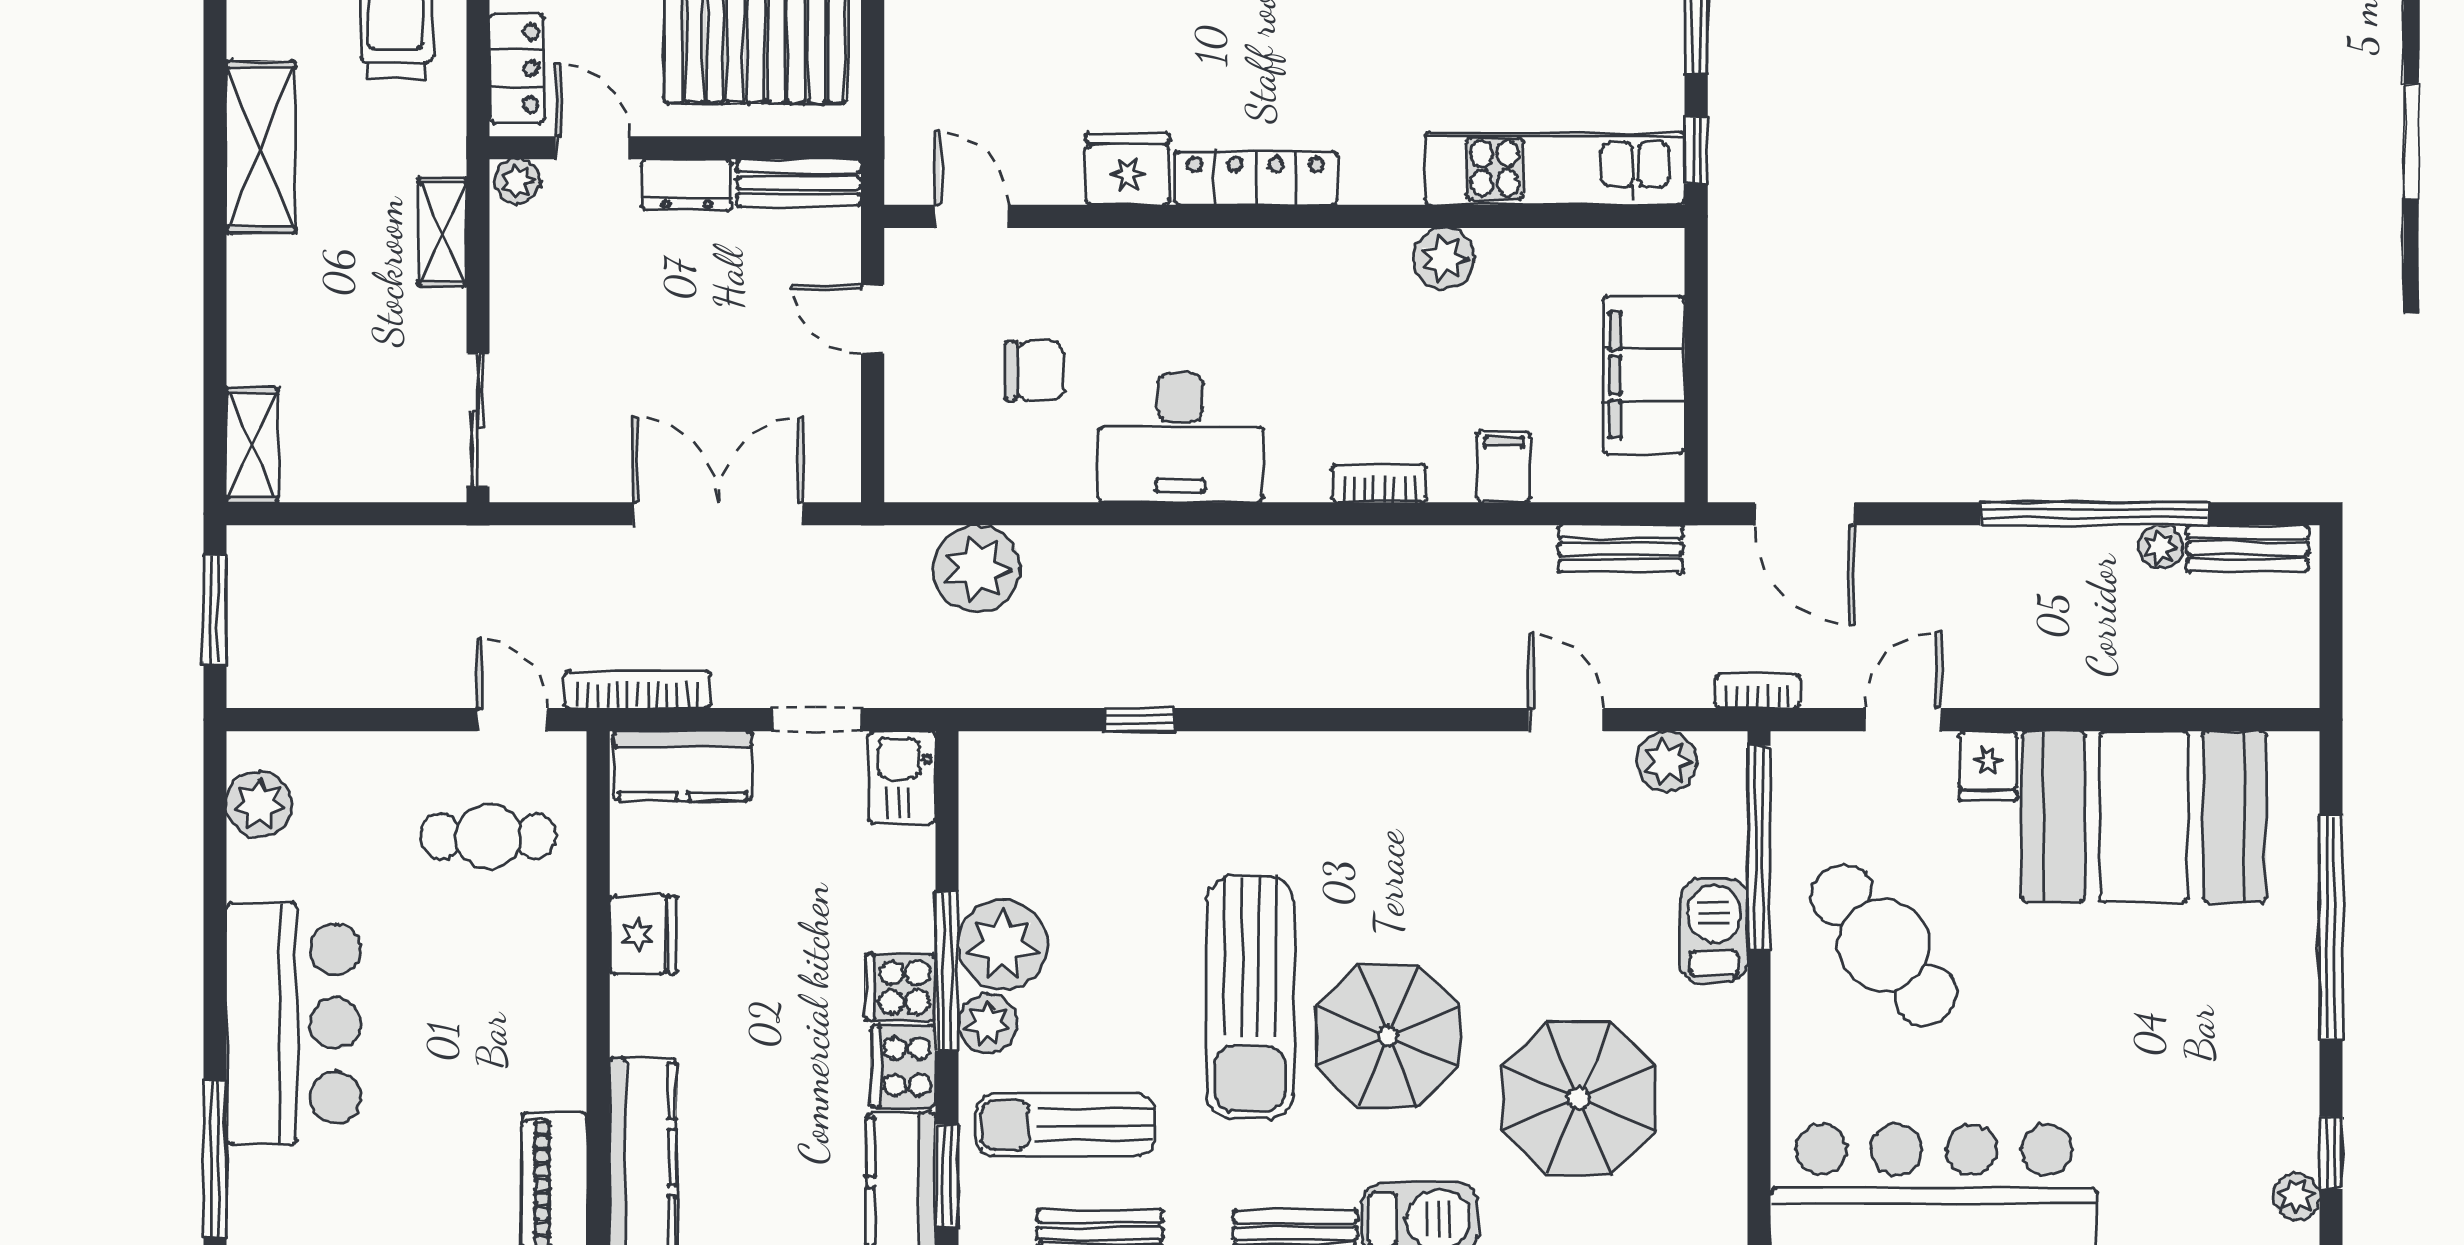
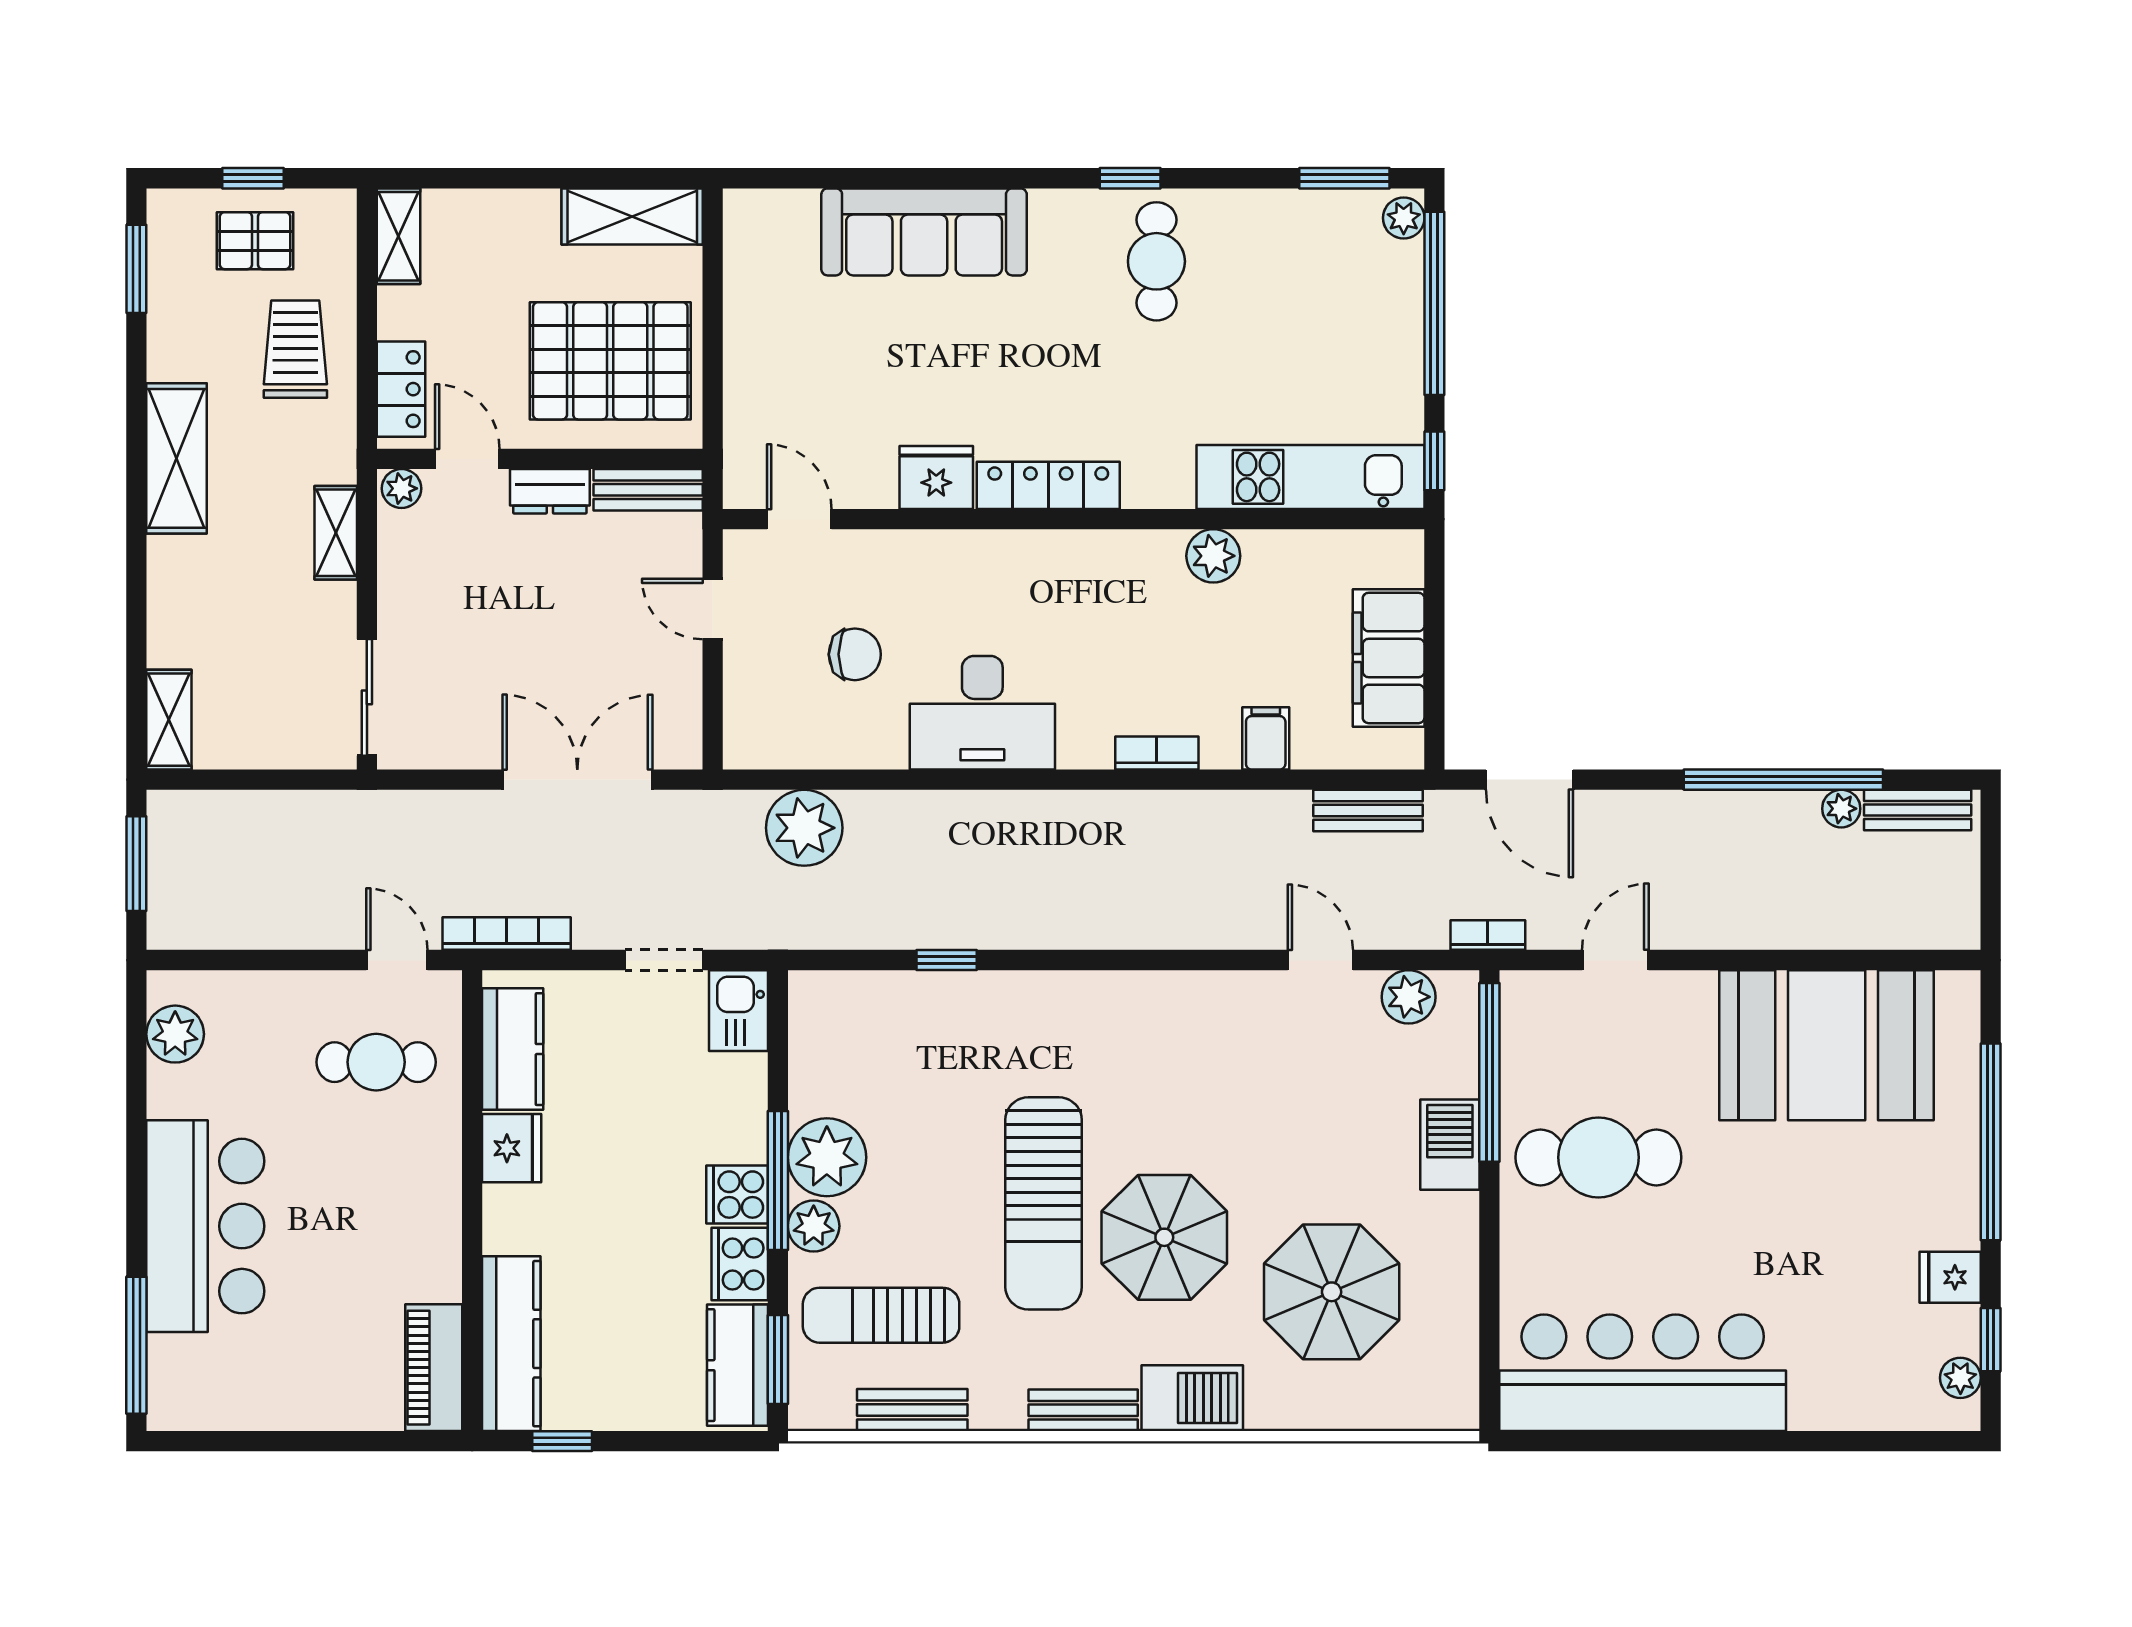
kitchen counter: (683, 766) -> (513, 1049), moved, turned -90
fridge: (1988, 766) -> (1950, 1277), moved, turned 90
cafe table: (1883, 945) -> (1598, 1157), turned -50

